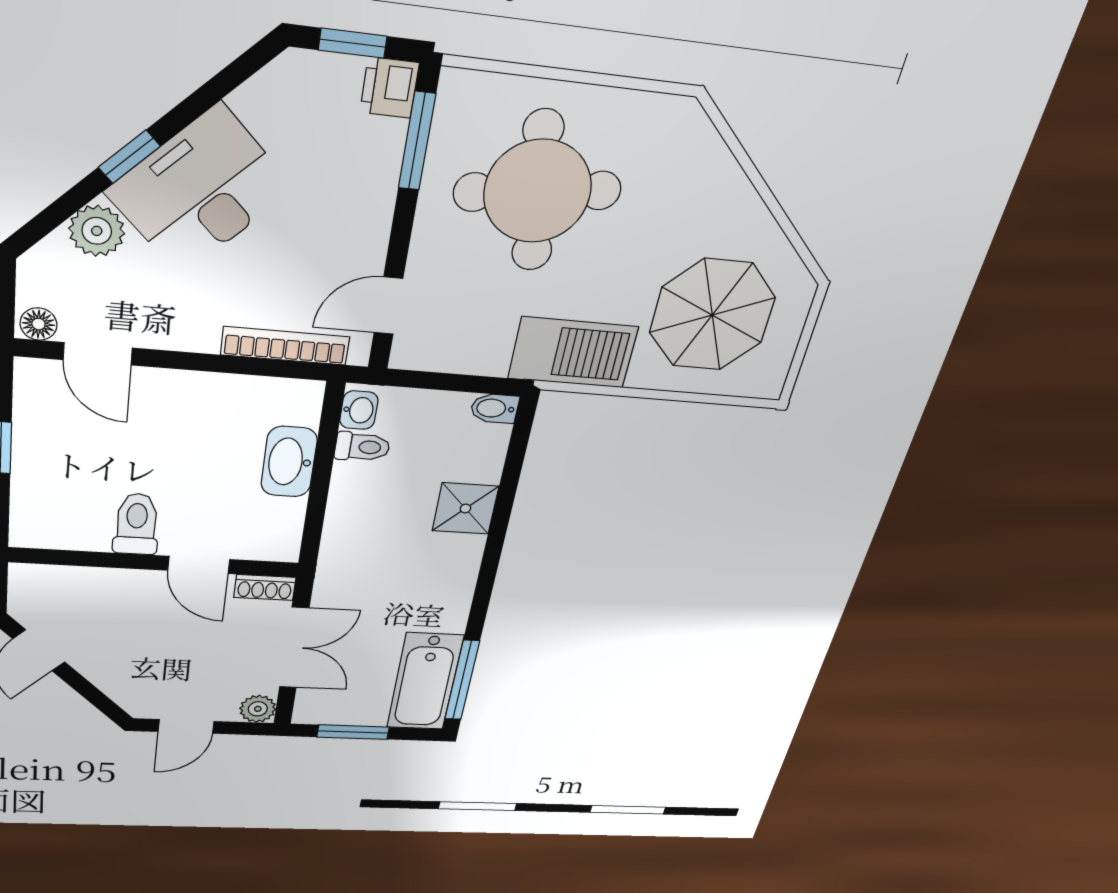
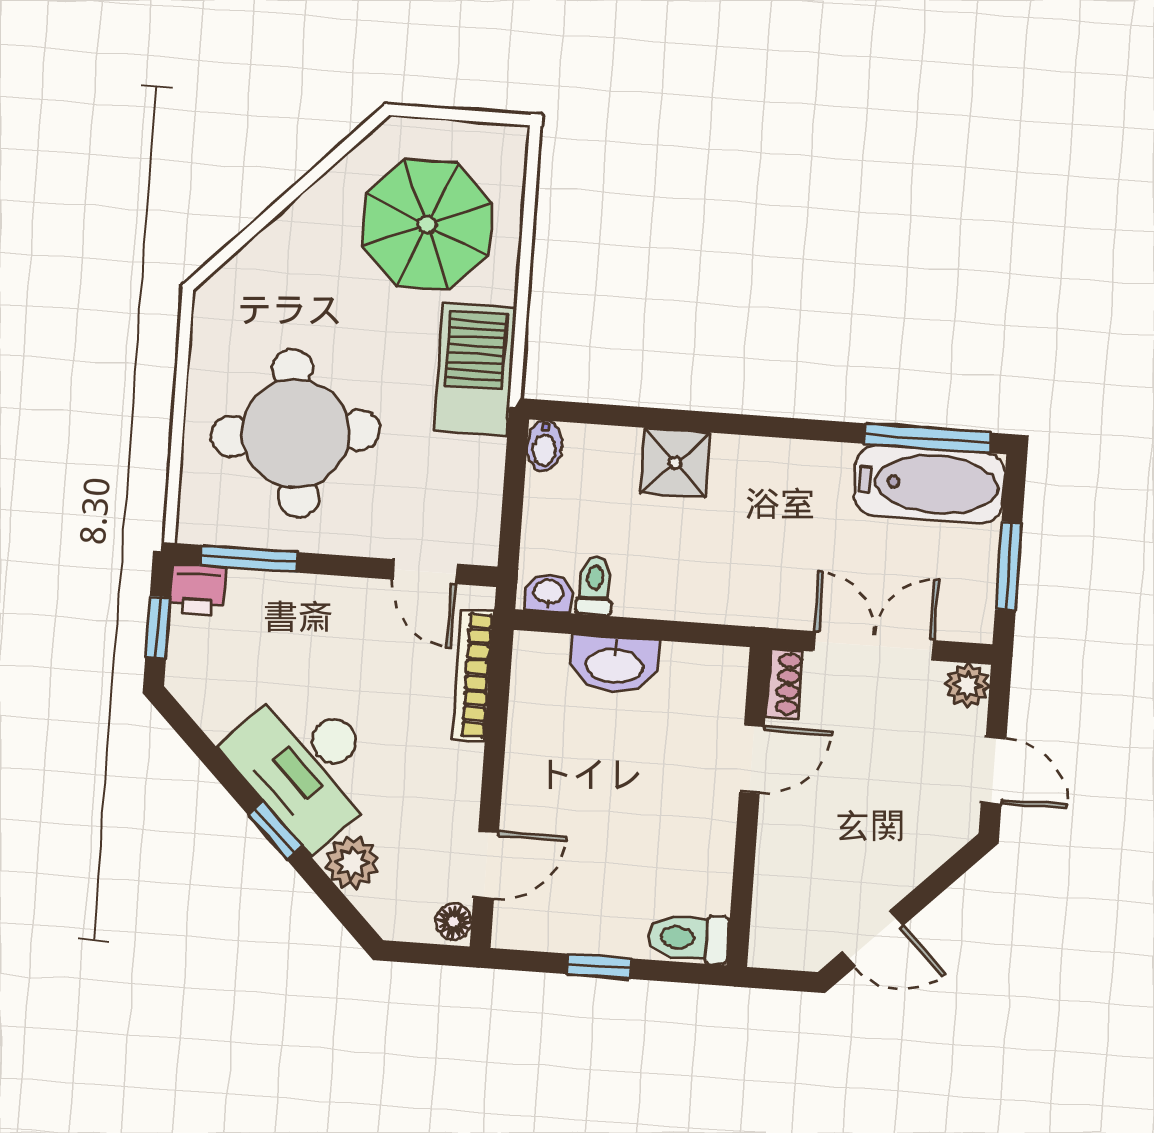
toilet: (136, 524) -> (688, 938), moved

